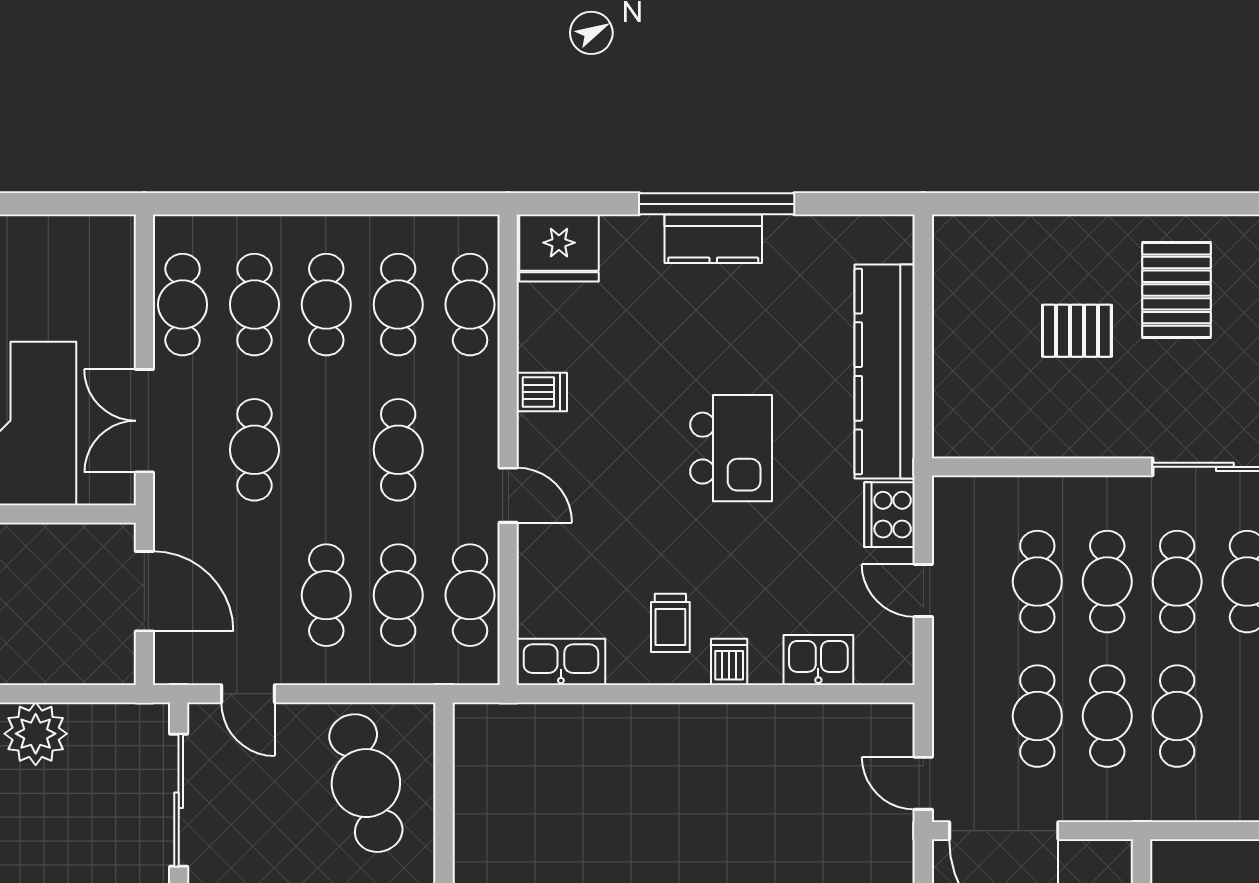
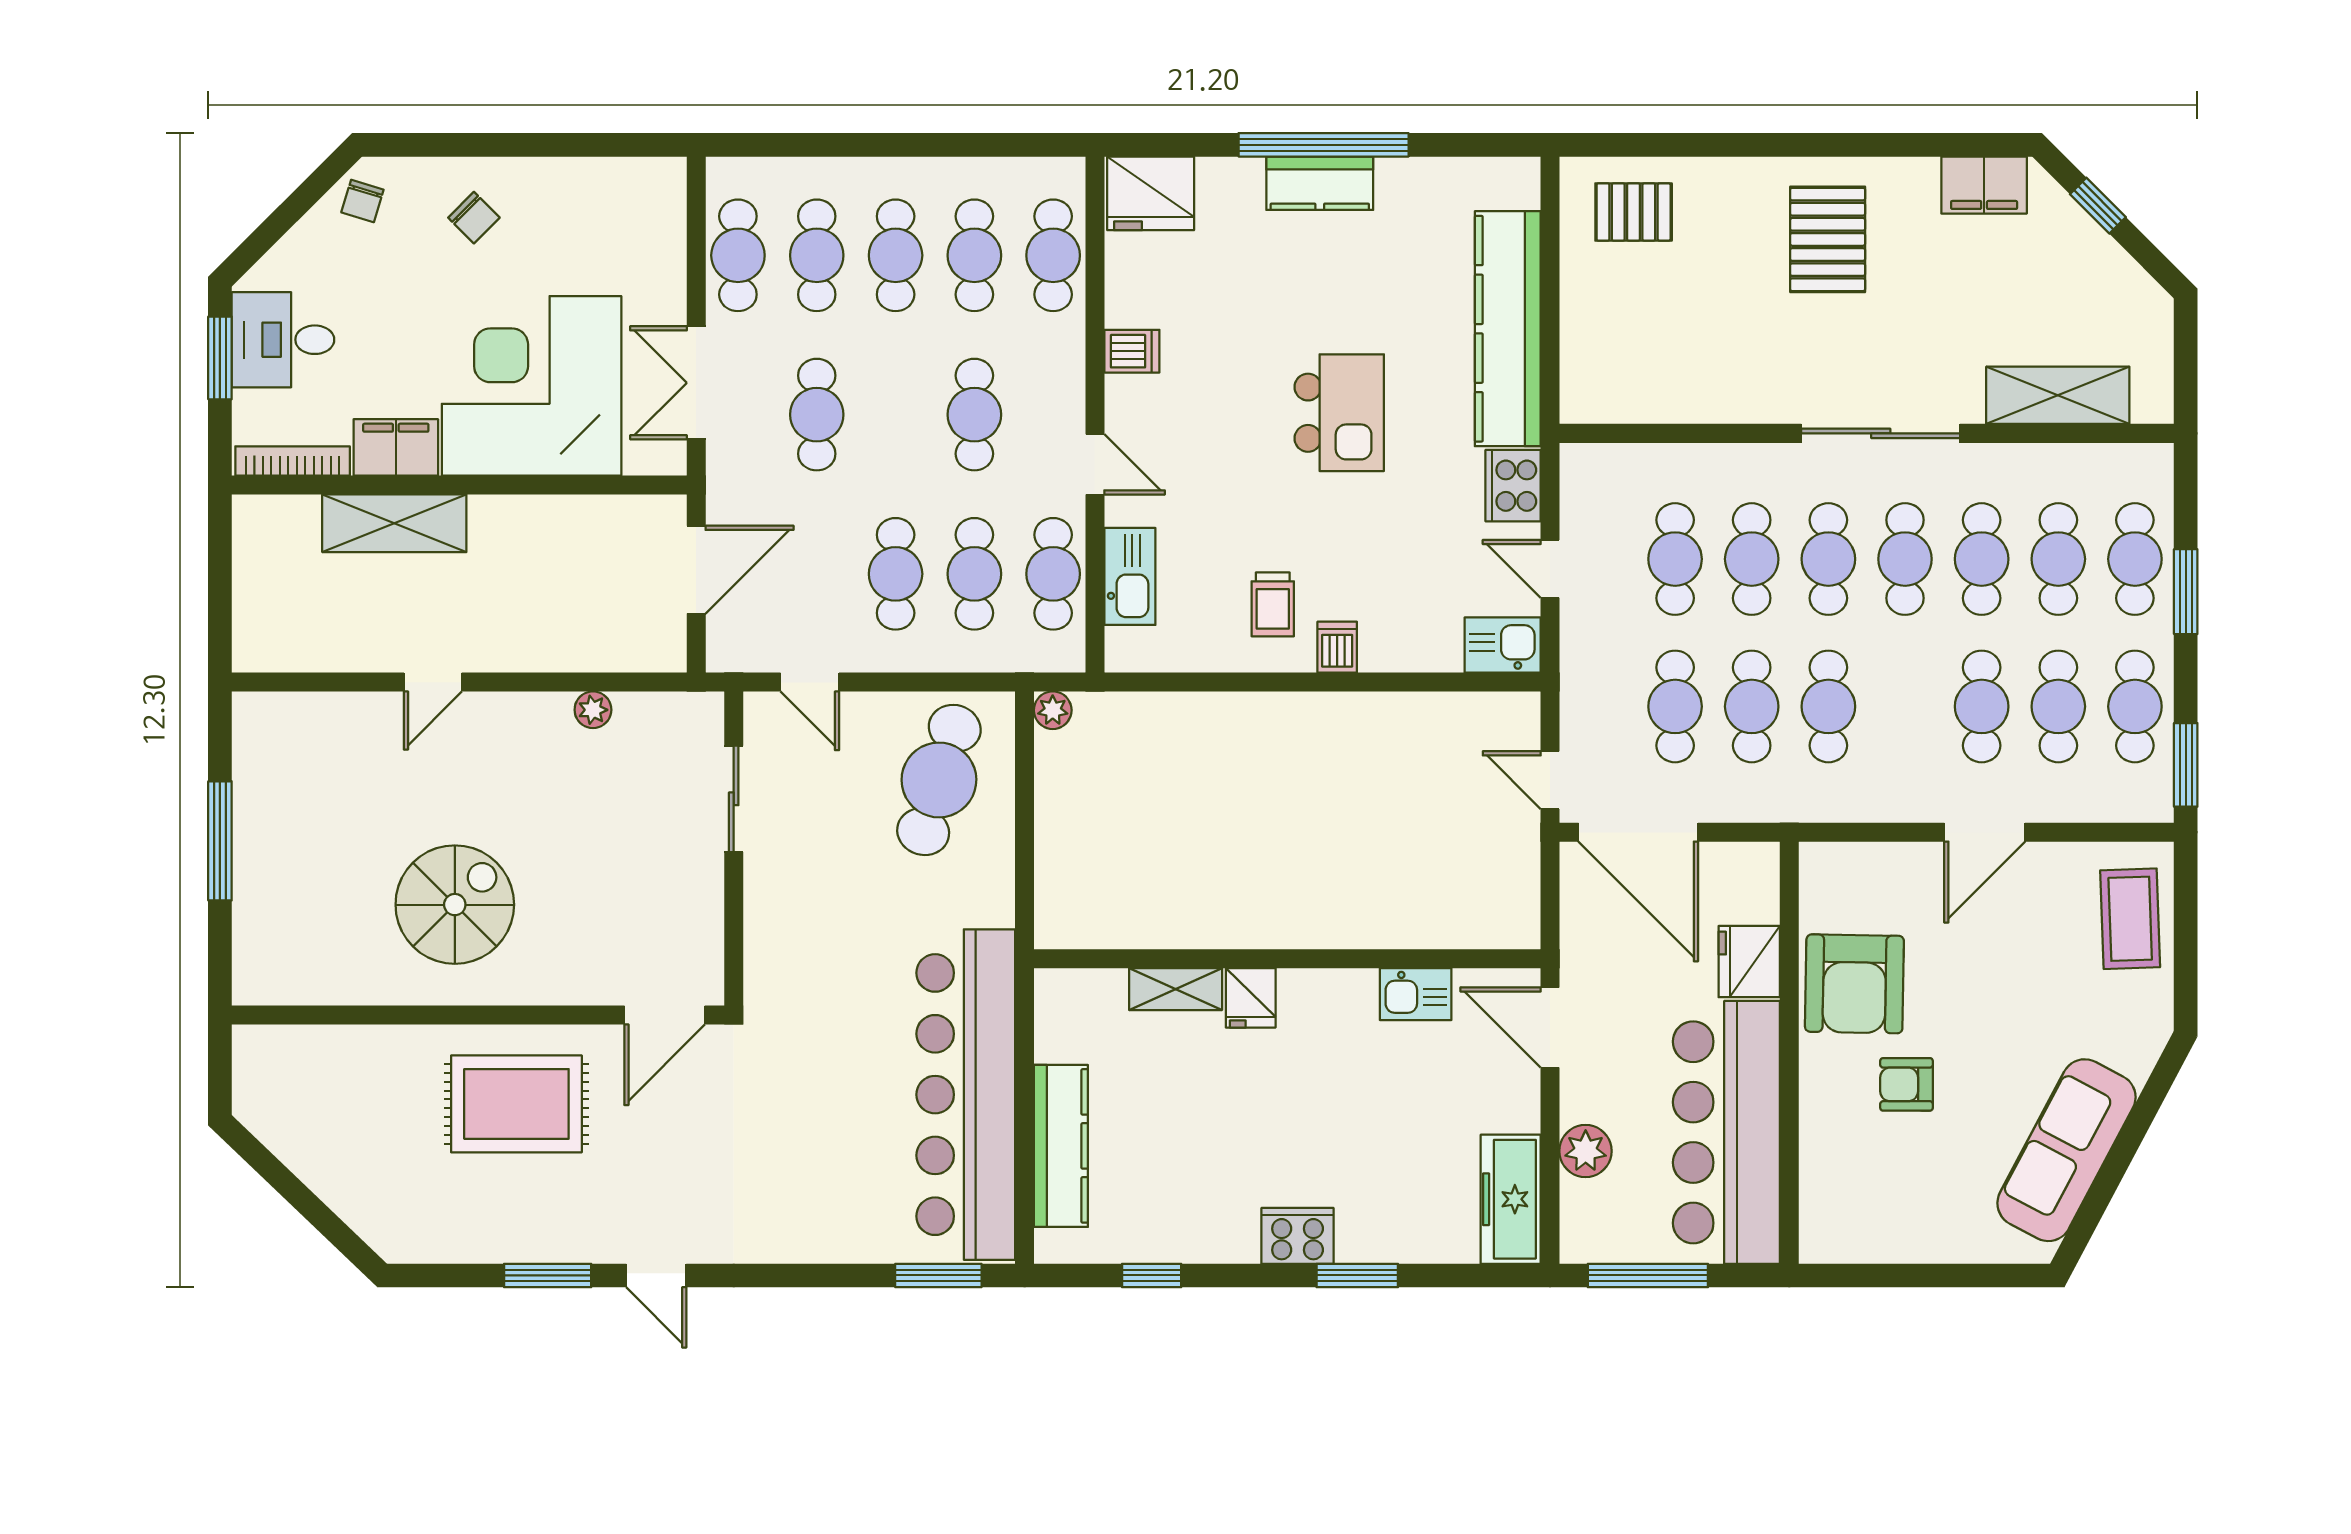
pallet: (1077, 331) -> (1634, 212), moved
door: (144, 591) -> (696, 570), hinge flipped
kitchen sink: (818, 660) -> (1503, 645), moved
kitchen sink: (561, 662) -> (1130, 576), moved, turned 90
plant: (470, 719) -> (1053, 710), added
plant: (36, 734) -> (593, 710), width x0.53, depth x0.53
cafe table: (366, 783) -> (939, 780), turned 32
sliding door: (179, 800) -> (734, 799), width x0.73

